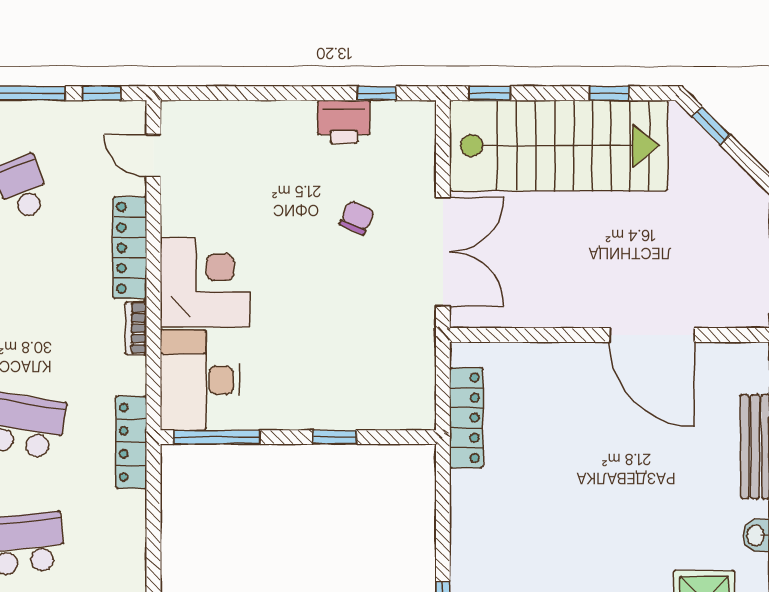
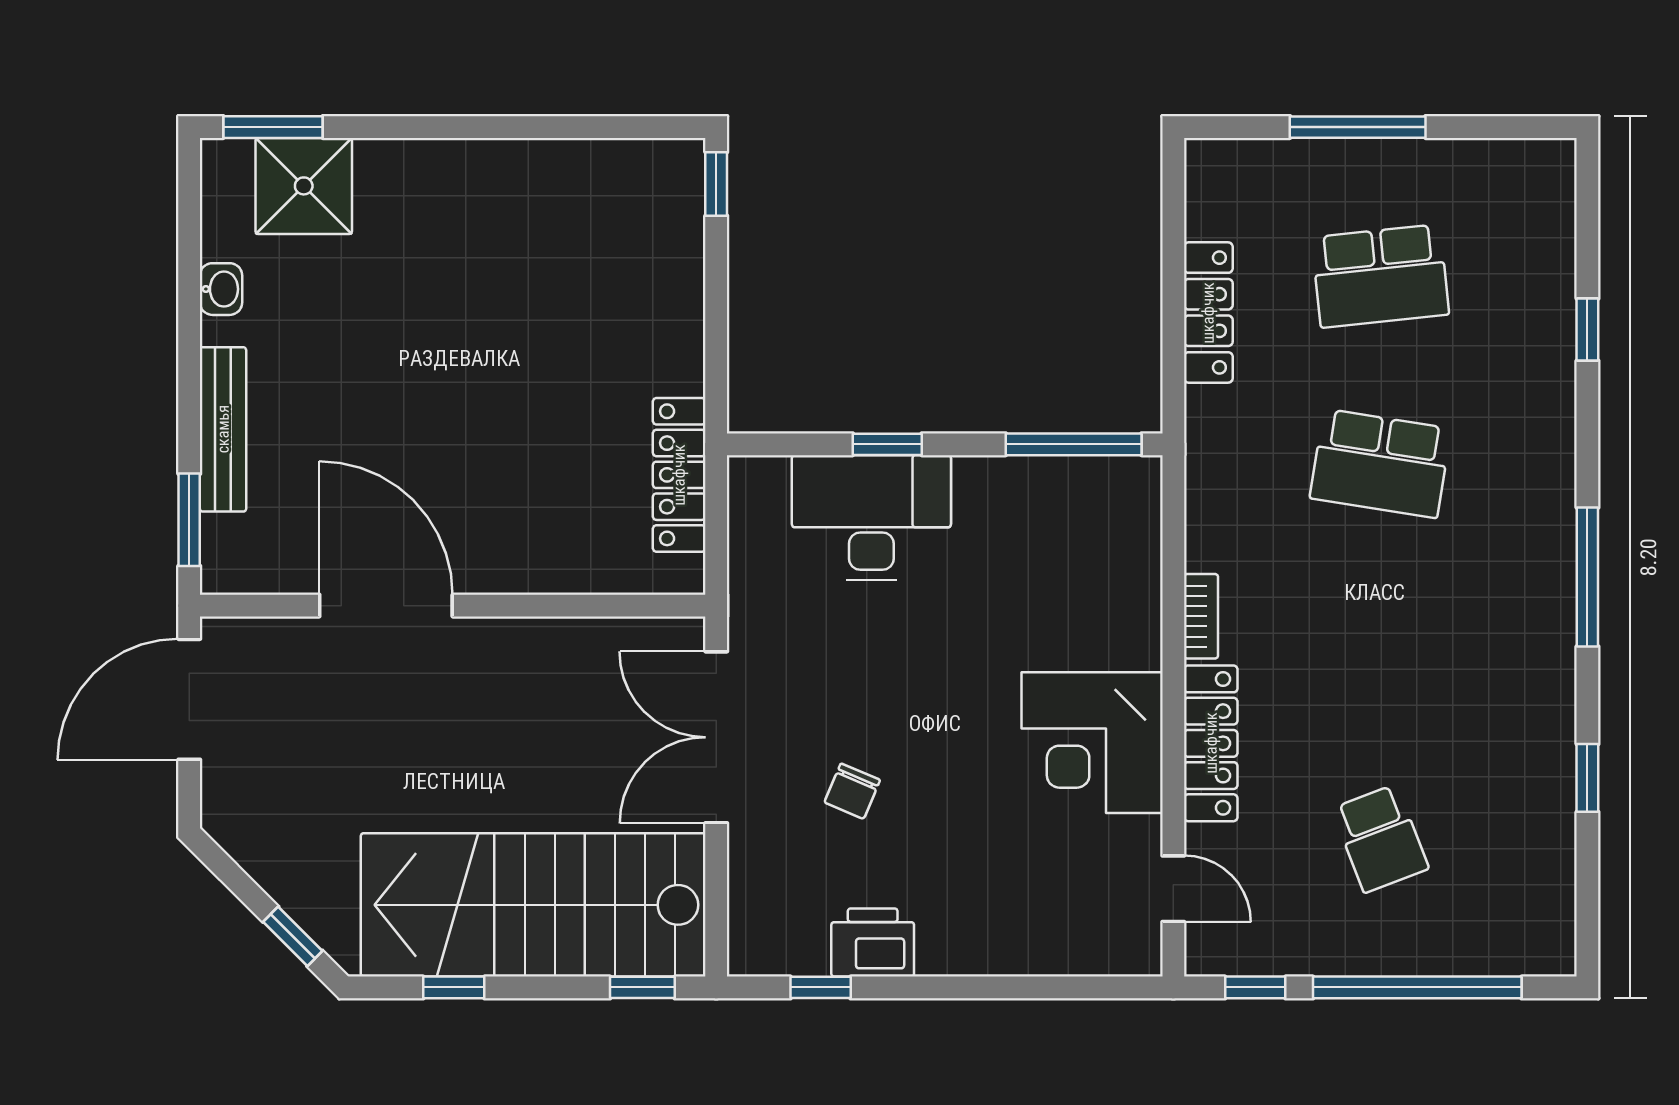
corner desk: (205, 282) -> (1092, 743), moved
desk: (200, 380) -> (871, 517), moved, turned -90
locker: (131, 442) -> (1208, 313), moved

